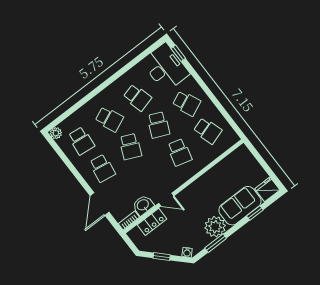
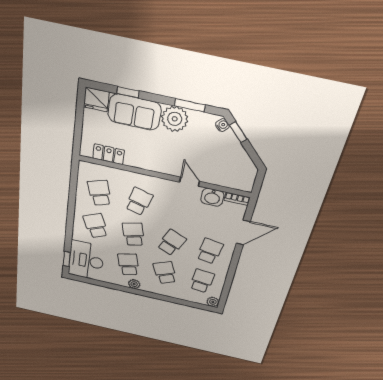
plant: (117, 86) -> (134, 284), added
school desk: (158, 125) -> (133, 234), turned -39
locker: (152, 222) -> (109, 154), moved
window: (162, 256) -> (238, 132), moved

